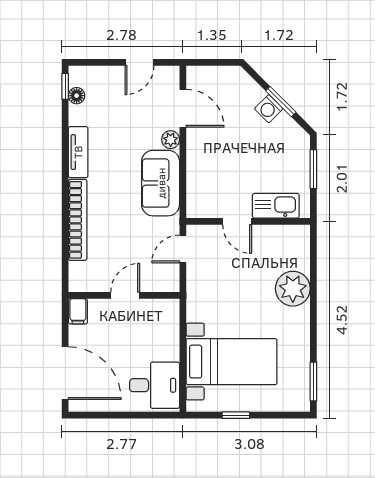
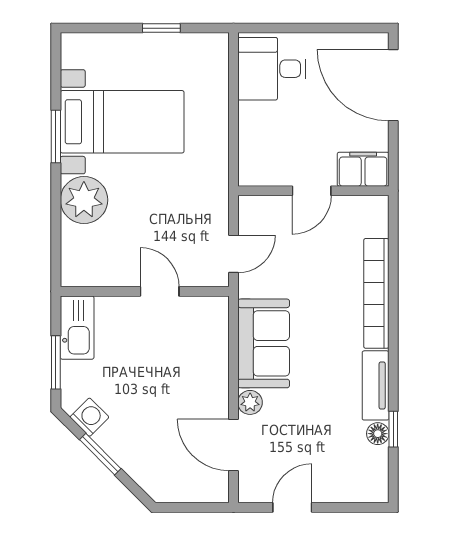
window: (65, 86) -> (393, 429), moved
floor lamp: (77, 96) -> (378, 434), moved
washing machine: (269, 109) -> (89, 417), moved
kitchen sink: (276, 206) -> (77, 328), moved, turned -90
filing cabinet: (78, 311) -> (363, 169), width x2.00
bed with nightstands: (232, 362) -> (122, 122), moved, turned 180
window: (313, 381) -> (56, 136), moved

